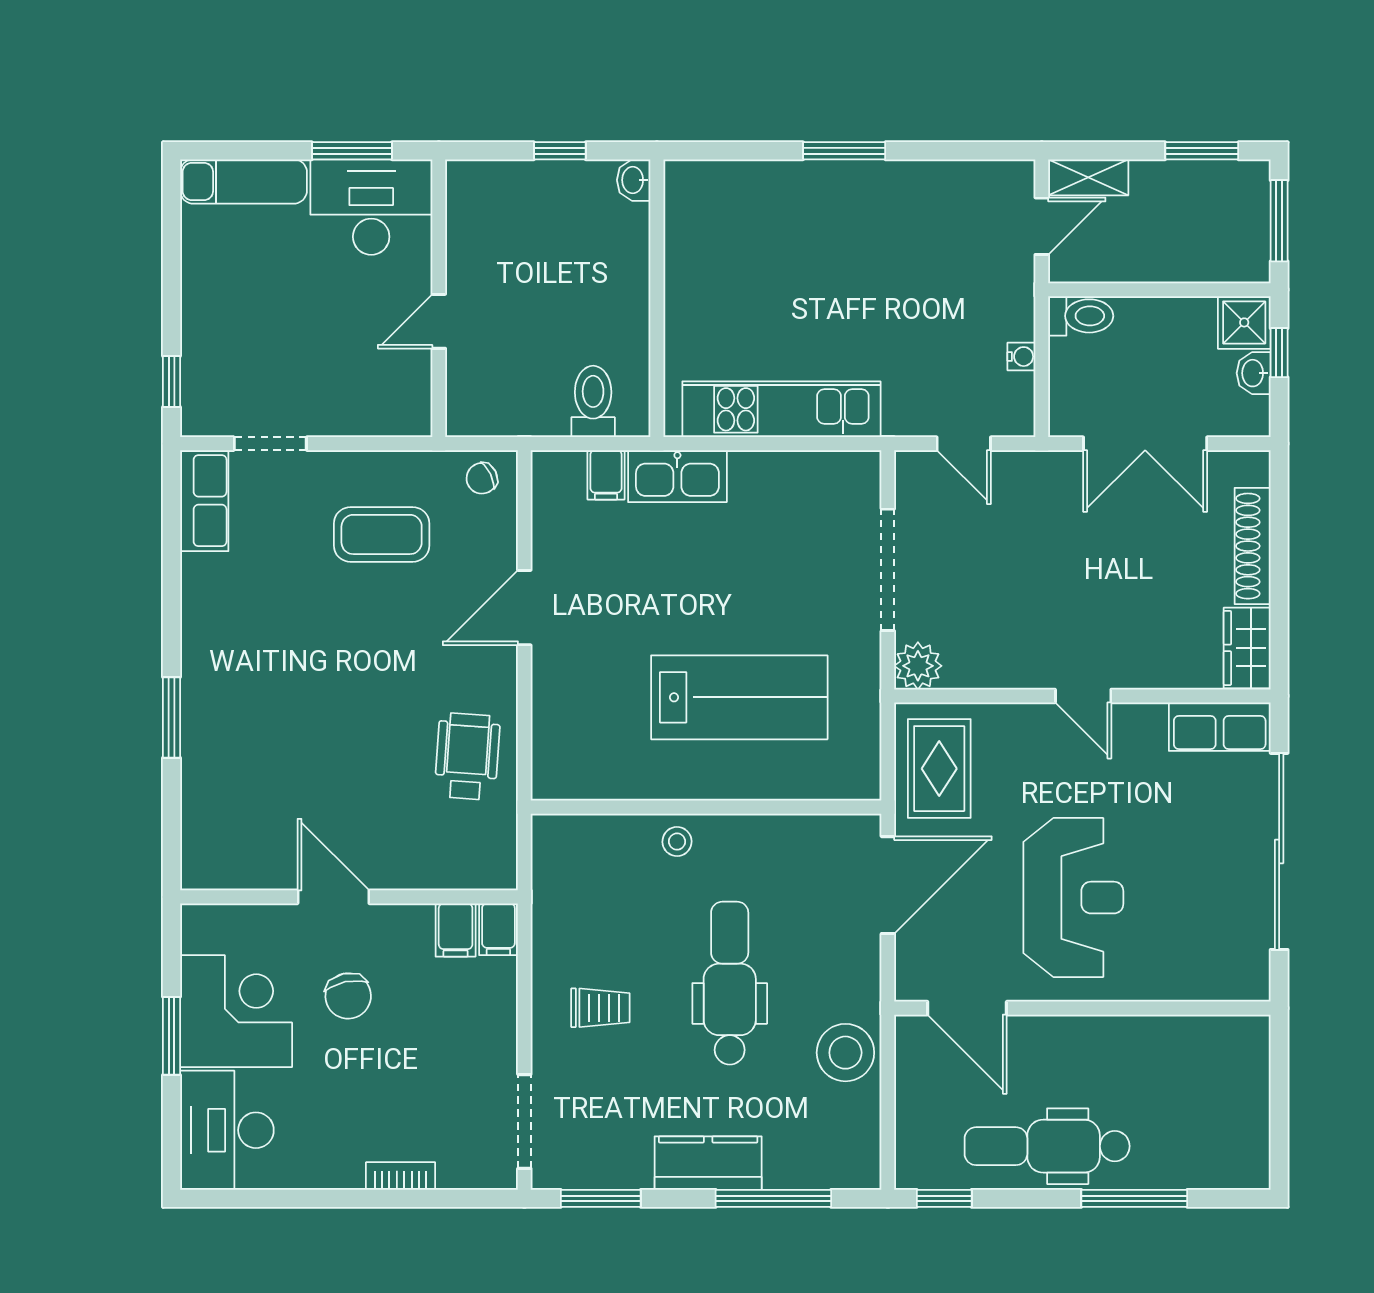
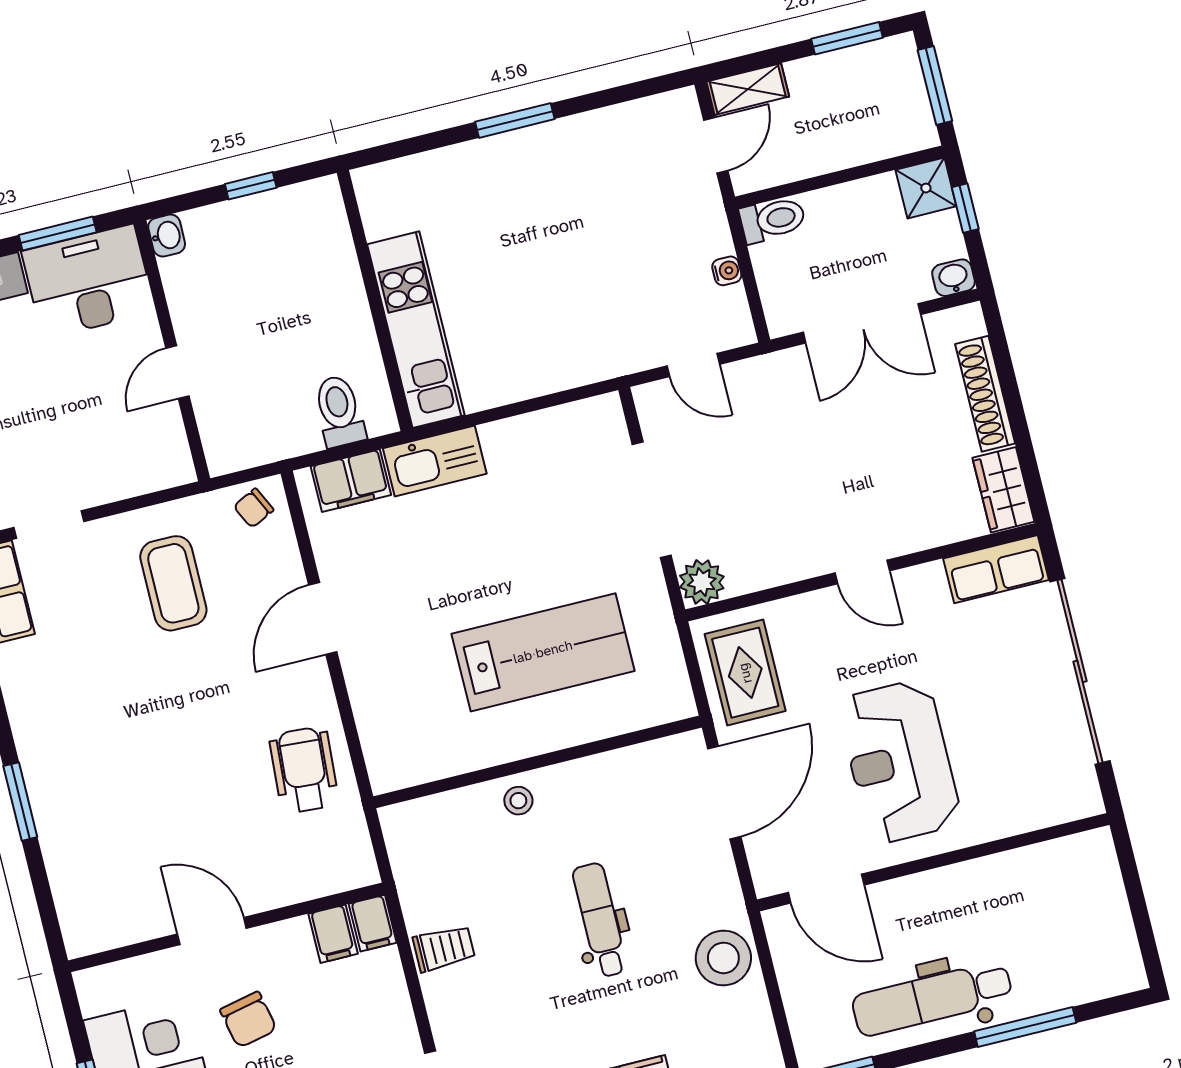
washbasin: (634, 180) -> (167, 236), moved, turned 180
washbasin: (1254, 373) -> (953, 278), moved, turned 90
kitchen unit: (781, 409) -> (416, 330), moved, turned 90
filing cabinet: (606, 475) -> (351, 481), width x2.00
coffee table: (382, 534) -> (173, 583), turned 90
reception desk: (1073, 898) -> (899, 762), turned 180
dental chair: (730, 983) -> (600, 920), width x0.73, depth x0.72
trolley: (600, 1008) -> (444, 948), moved

